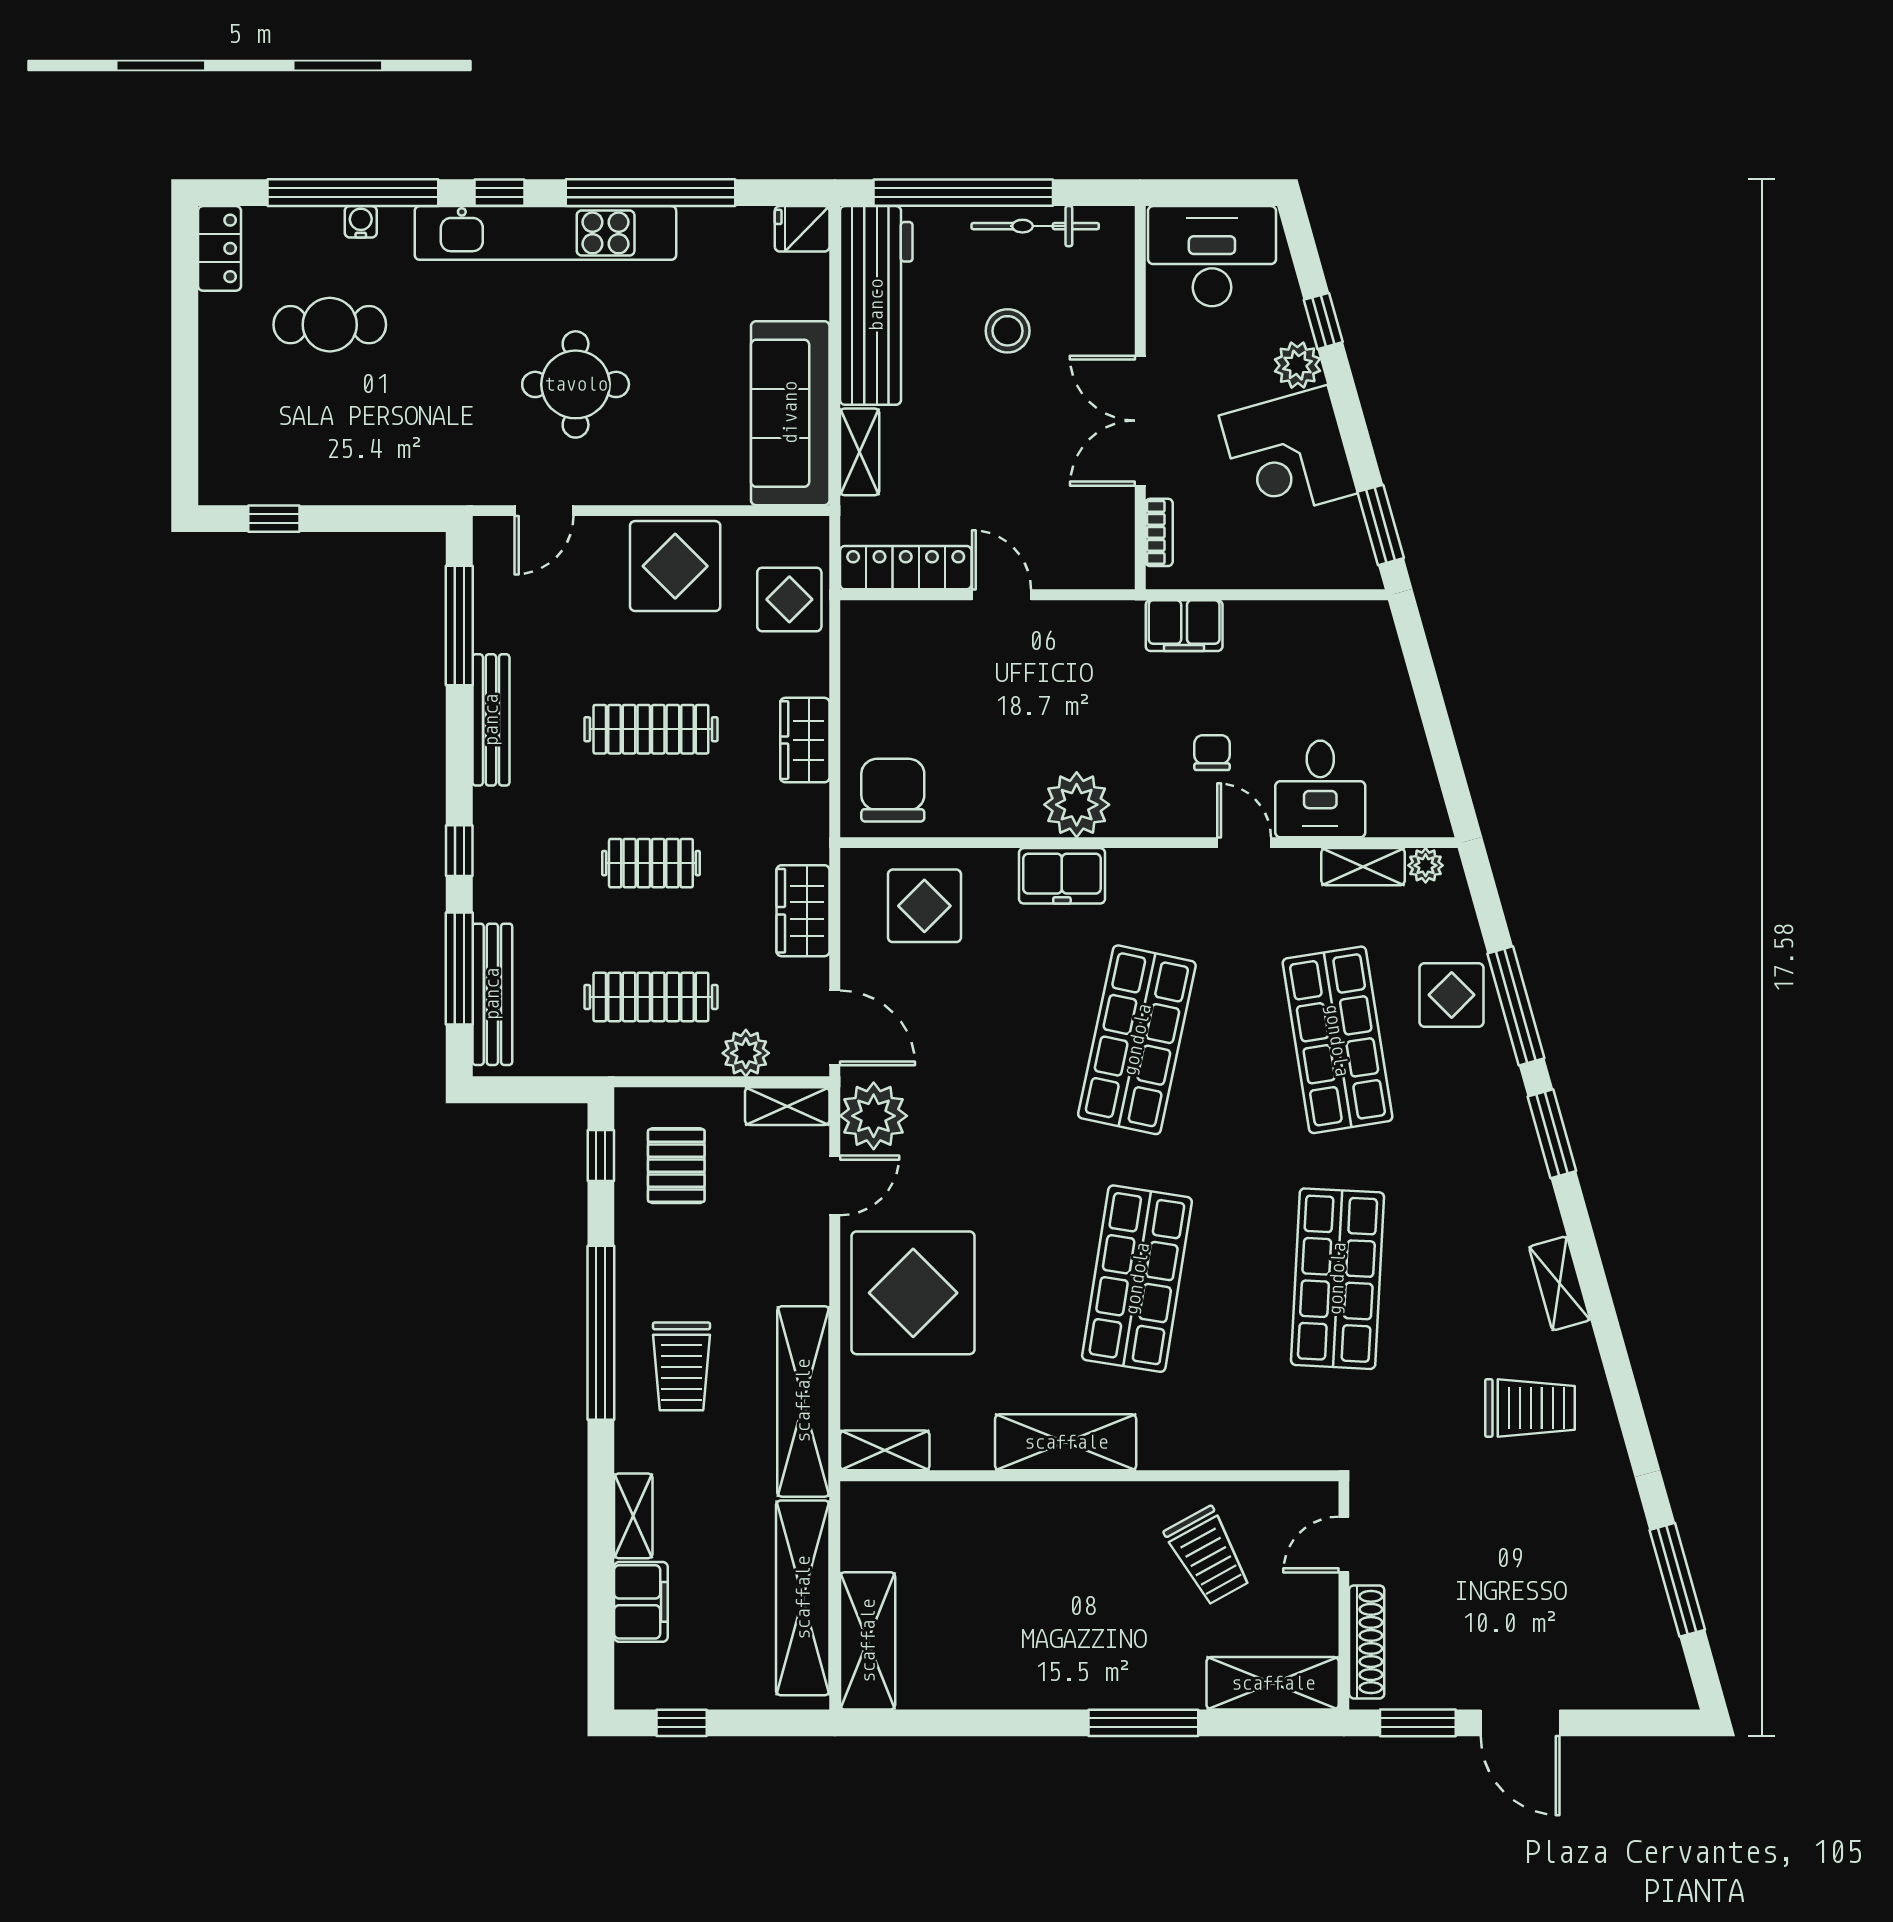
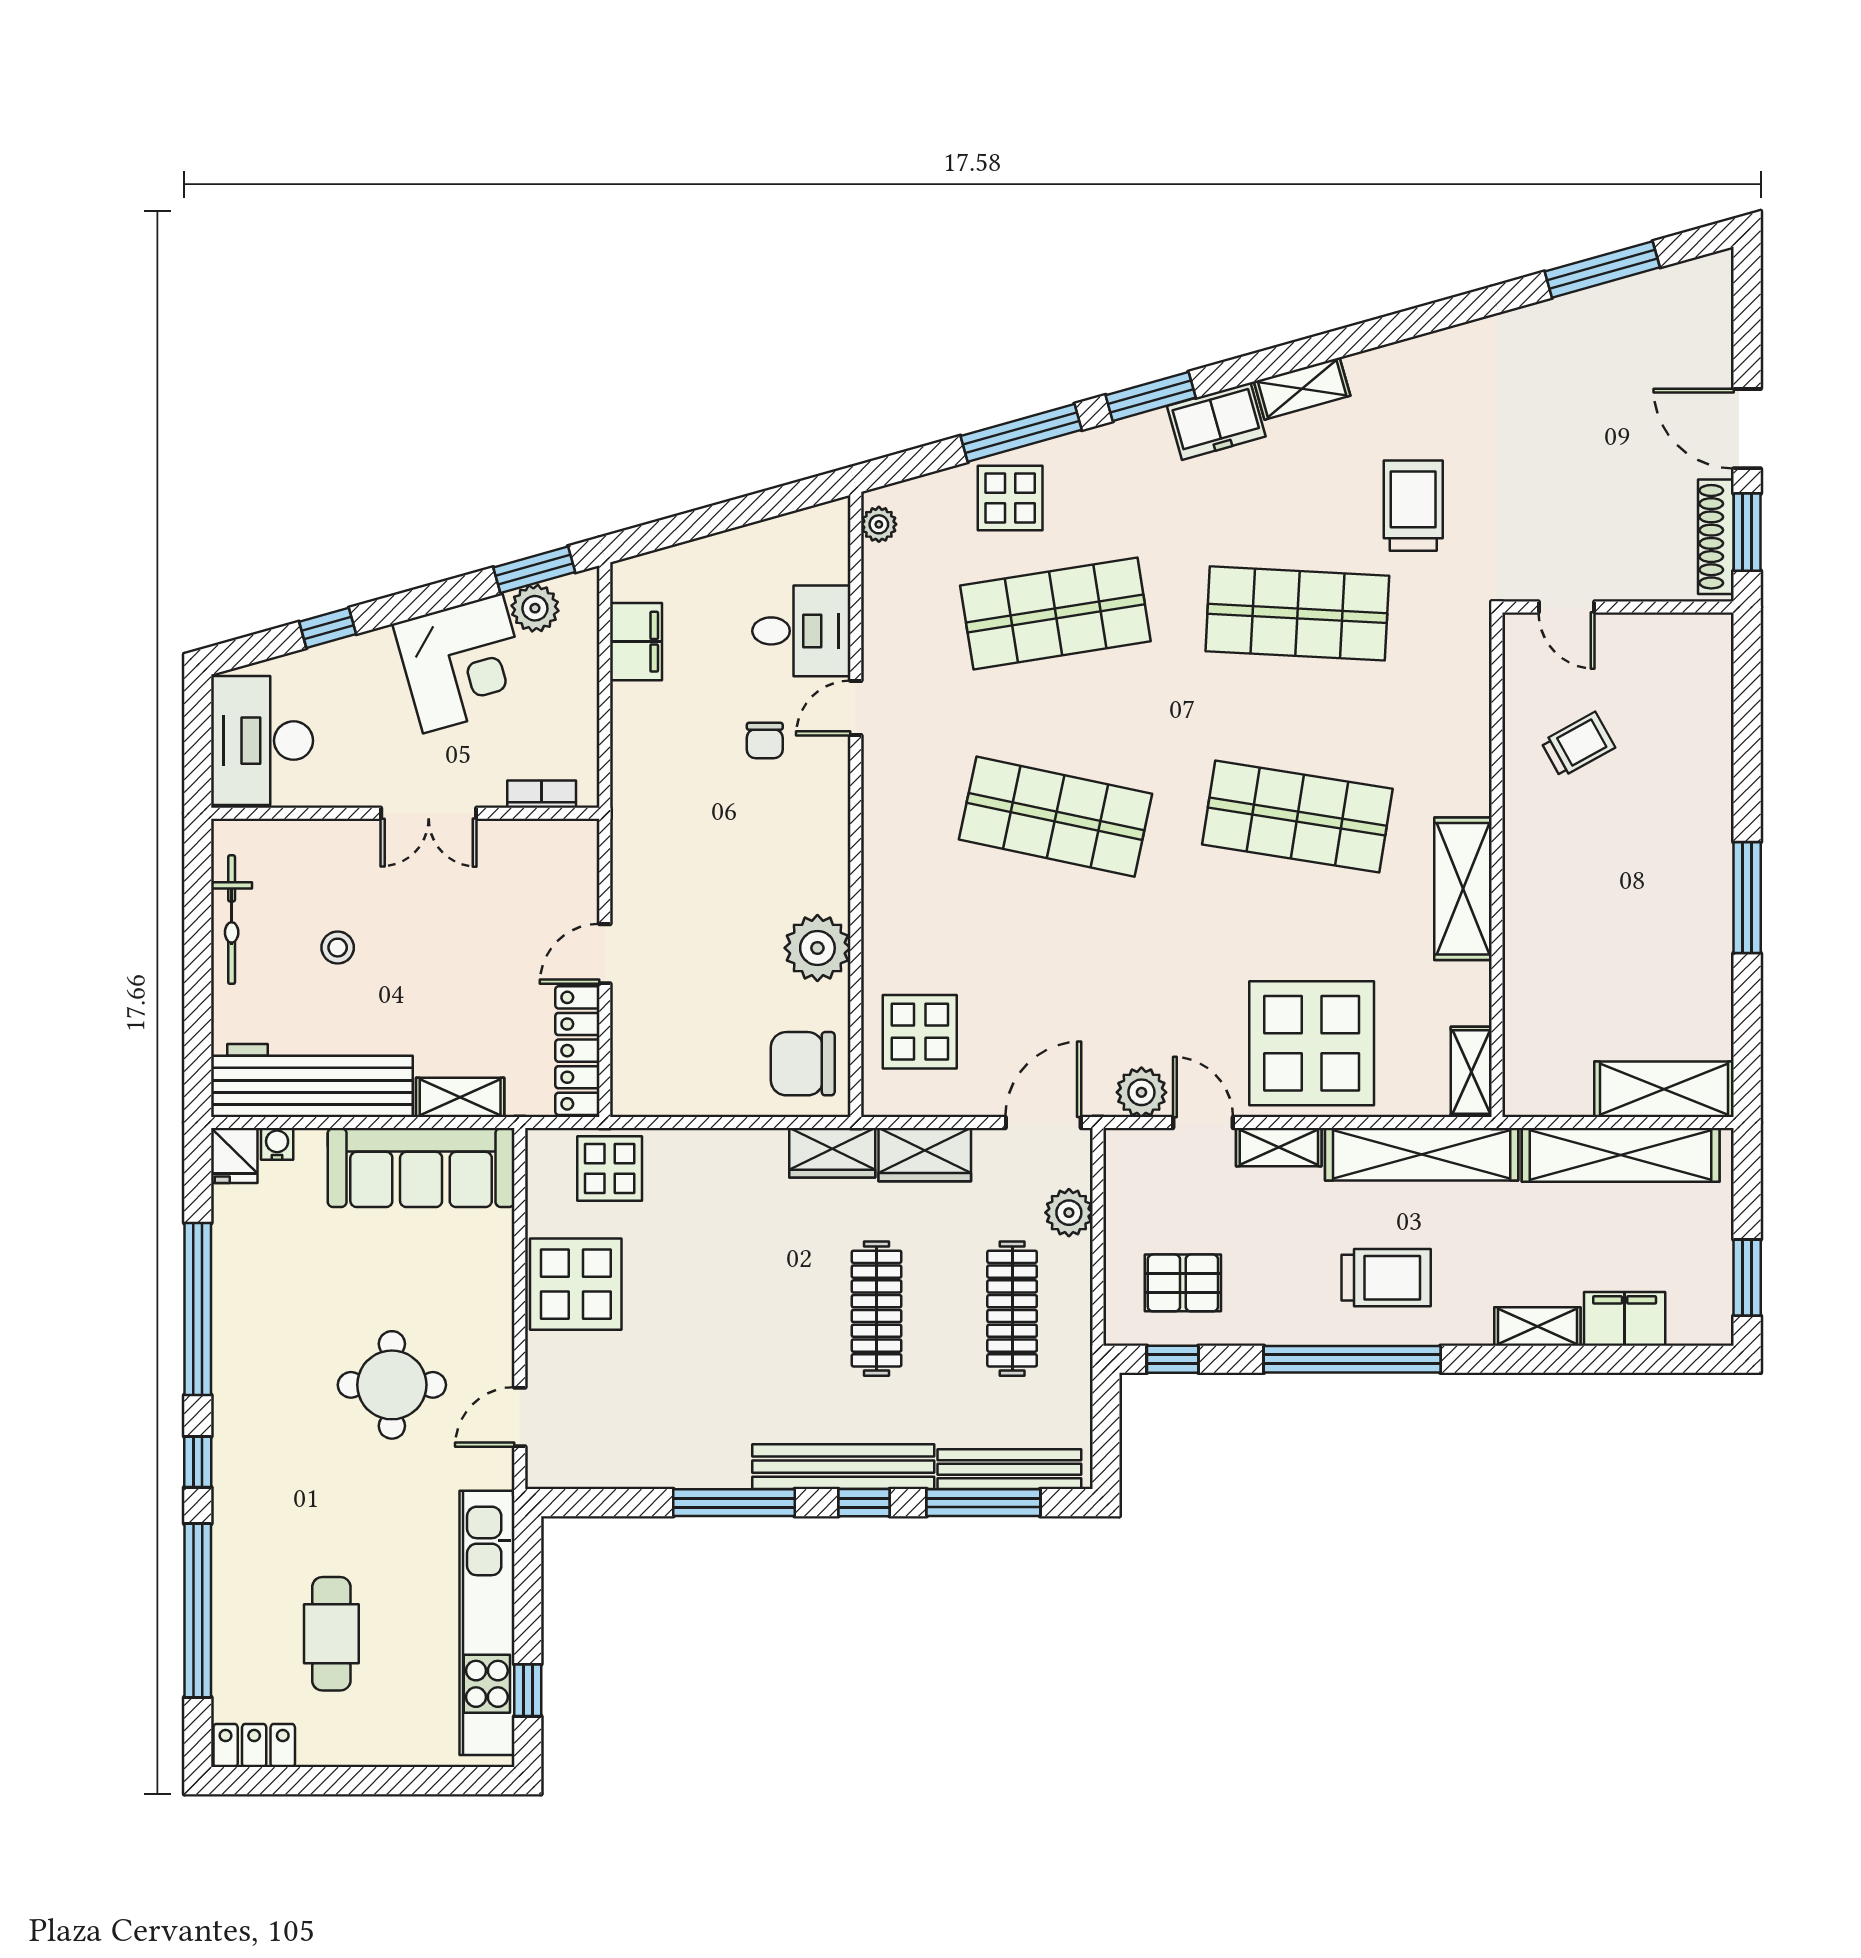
window: (963, 193) -> (198, 992), removed
water cooler: (361, 222) -> (277, 1144), moved, turned 90
kitchen unit: (545, 233) -> (487, 1623), moved, turned 180
stool: (1008, 331) -> (338, 948), width x0.73, depth x0.73
plant: (1298, 365) -> (535, 608), moved
double door: (1140, 421) -> (429, 813), width x0.73
door: (544, 511) -> (520, 1417), swing flipped
window: (459, 626) -> (734, 1503), moved
filing cabinet: (1184, 626) -> (636, 642), moved
bench: (491, 720) -> (843, 1467), moved, width x1.37, depth x1.21
clothes rail: (651, 729) -> (741, 1309), removed
wardrobe: (805, 740) -> (832, 1153), moved
chair: (1212, 753) -> (765, 741), turned -90
plant: (1077, 805) -> (817, 948), moved
clothes rail: (651, 863) -> (877, 1309), width x1.36
shelving: (1363, 867) -> (880, 588), removed
freezer: (1062, 876) -> (1216, 421), moved, turned 74
shelving: (787, 1106) -> (1279, 1147), moved, turned 90
plant: (874, 1116) -> (1141, 1092), width x0.73, depth x0.73
trolley: (1530, 1408) -> (1413, 506), moved
trolley: (1208, 1556) -> (1578, 745), width x0.73, depth x0.72
shoe rack: (1367, 1642) -> (1716, 537), moved, turned -90
shelving: (1273, 1683) -> (1707, 679), removed
window: (682, 1723) -> (1747, 1278), width x1.50
window: (1143, 1723) -> (1747, 898), moved
door: (1520, 1723) -> (1747, 429), swing flipped

